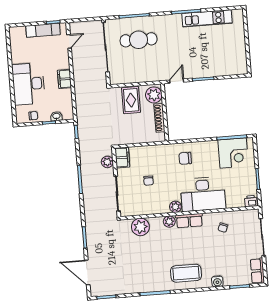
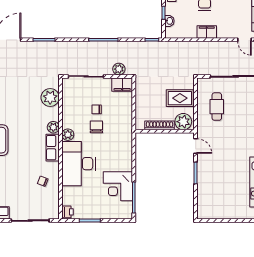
cafe table: (139, 40) -> (217, 107), moved, width x0.73, depth x0.74
corner desk: (233, 153) -> (118, 186), moved
chair: (185, 158) -> (96, 127), moved

